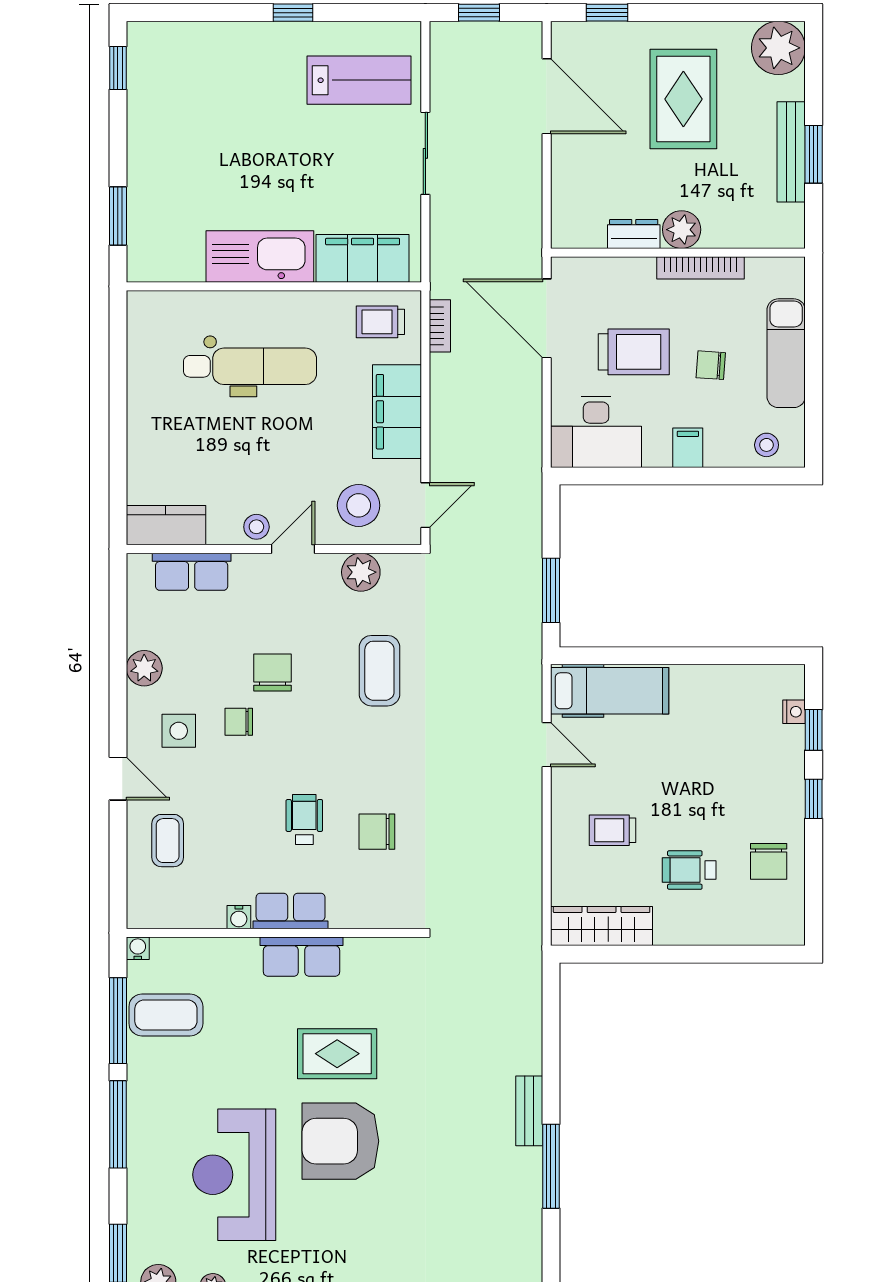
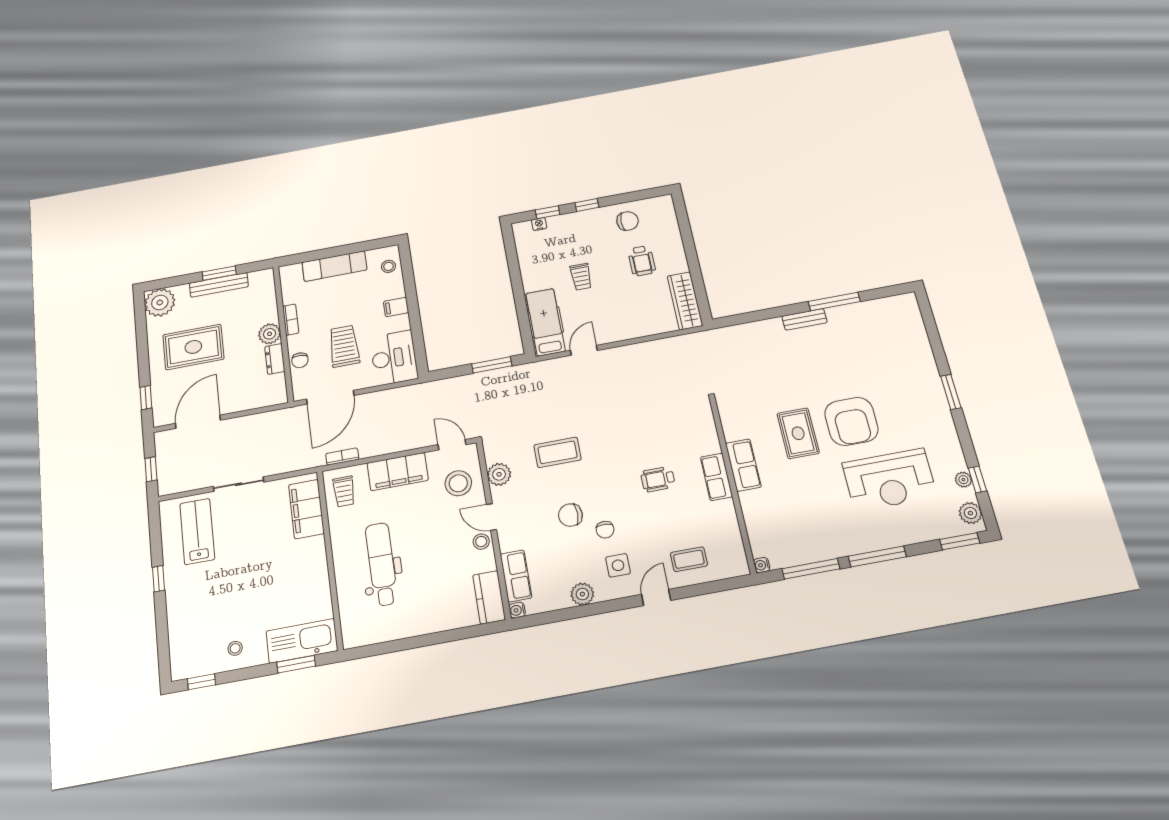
stool: (160, 124) -> (235, 648), added
kitchen sink: (260, 257) -> (302, 641), moved, turned 90
bookcase: (701, 268) -> (291, 320), width x0.64
chair: (711, 365) -> (300, 360), moved
trolley: (612, 830) -> (581, 277), moved
chair: (377, 832) -> (656, 436), removed
water cooler: (239, 917) -> (517, 610), moved, turned 180
coffee table: (166, 1015) -> (800, 540), removed

